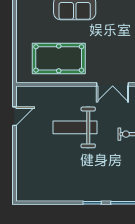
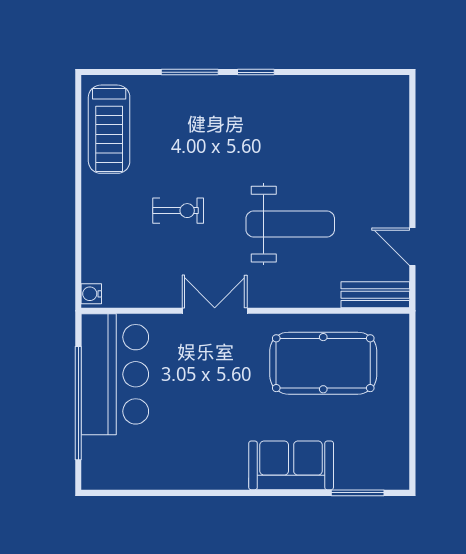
bench: (33, 92) -> (375, 295), added
door: (14, 116) -> (412, 247), hinge flipped

